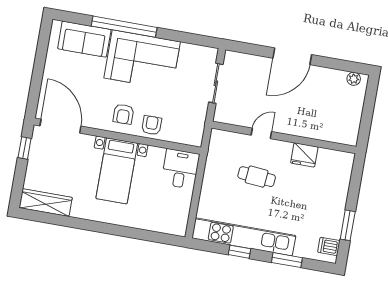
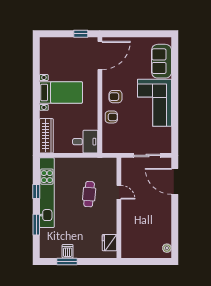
window: (124, 27) -> (175, 87), removed
door: (292, 56) -> (175, 181), moved
fridge: (304, 155) -> (109, 243), moved
bed with nightstands: (117, 171) -> (61, 92), moved, turned 180
wardrobe: (46, 203) -> (46, 136), moved
dishwasher: (329, 246) -> (68, 251), moved

